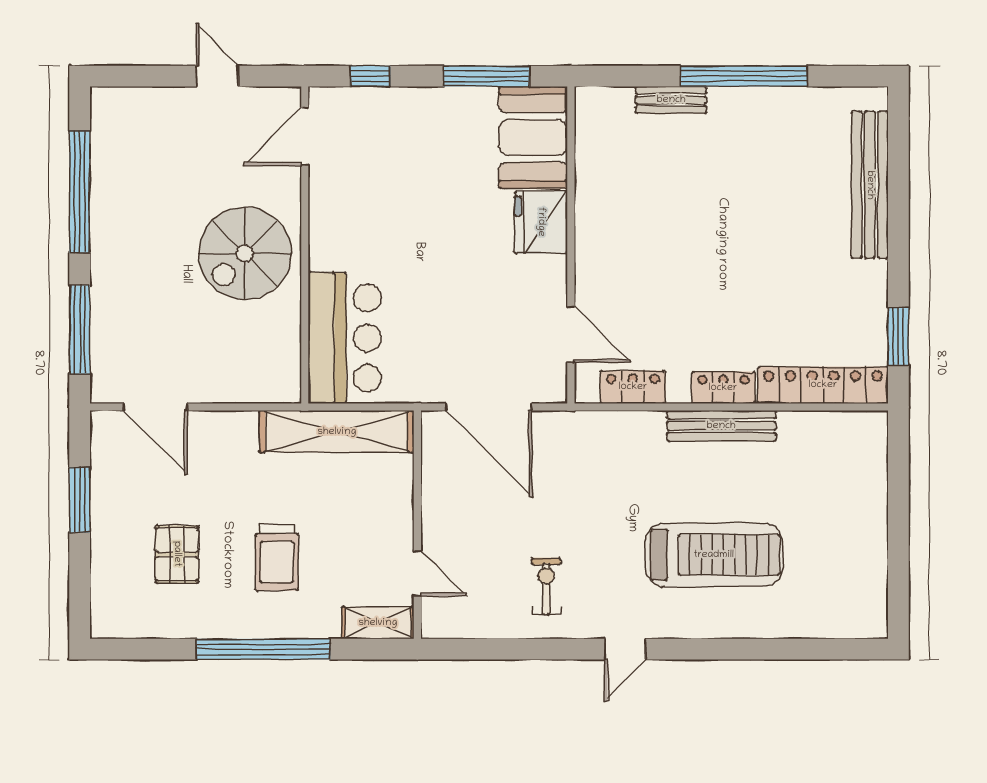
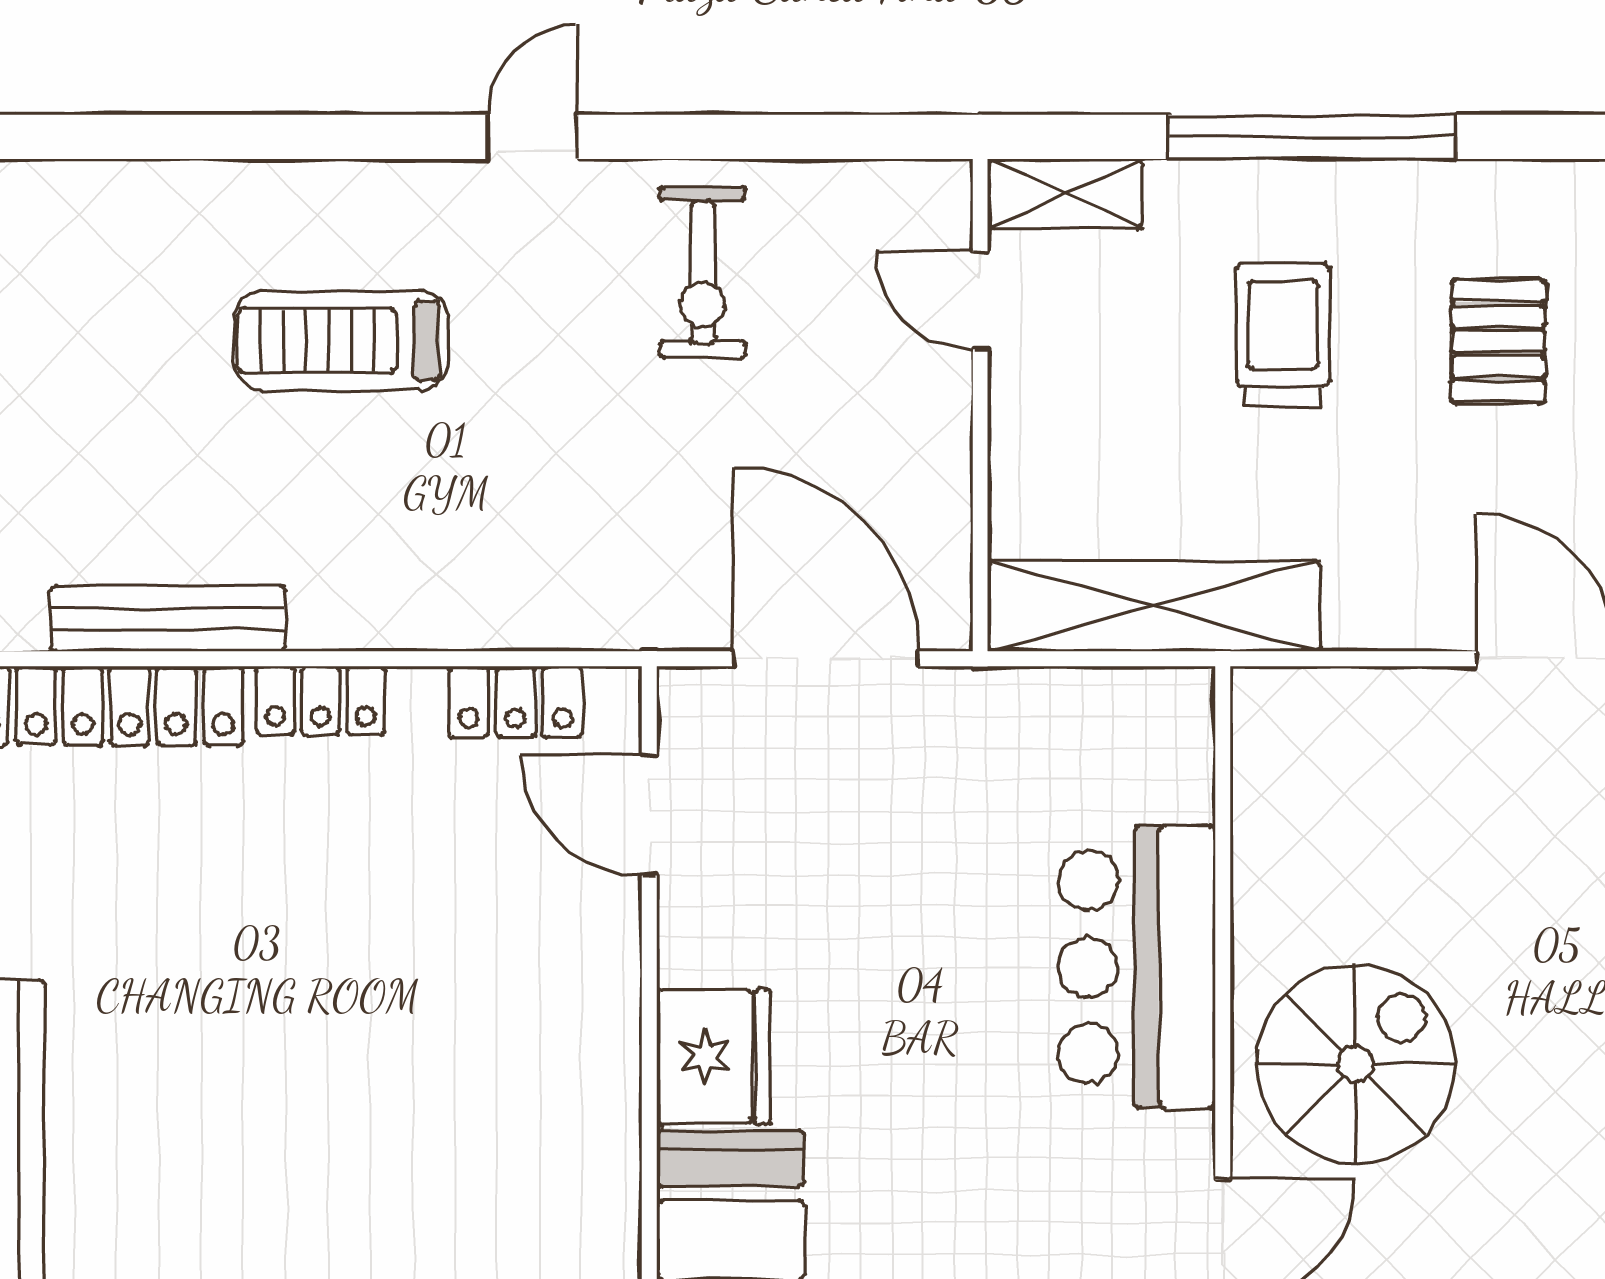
spiral stairs: (245, 253) -> (1356, 1064), moved
bar counter: (345, 338) -> (1137, 967), moved
bench: (721, 426) -> (168, 619), moved
treadmill: (714, 555) -> (341, 340), width x0.73, depth x0.73
exercise bike: (546, 586) -> (703, 272), width x1.38, depth x1.39

